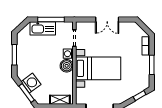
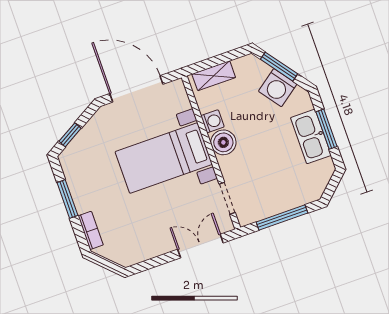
double door: (107, 19) -> (200, 246), moved
kitchen sink: (43, 28) -> (311, 136), moved, turned -90
washing machine: (68, 54) -> (213, 121), moved

